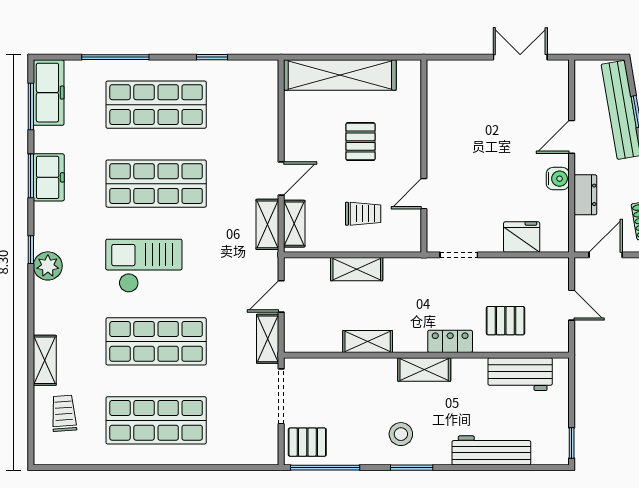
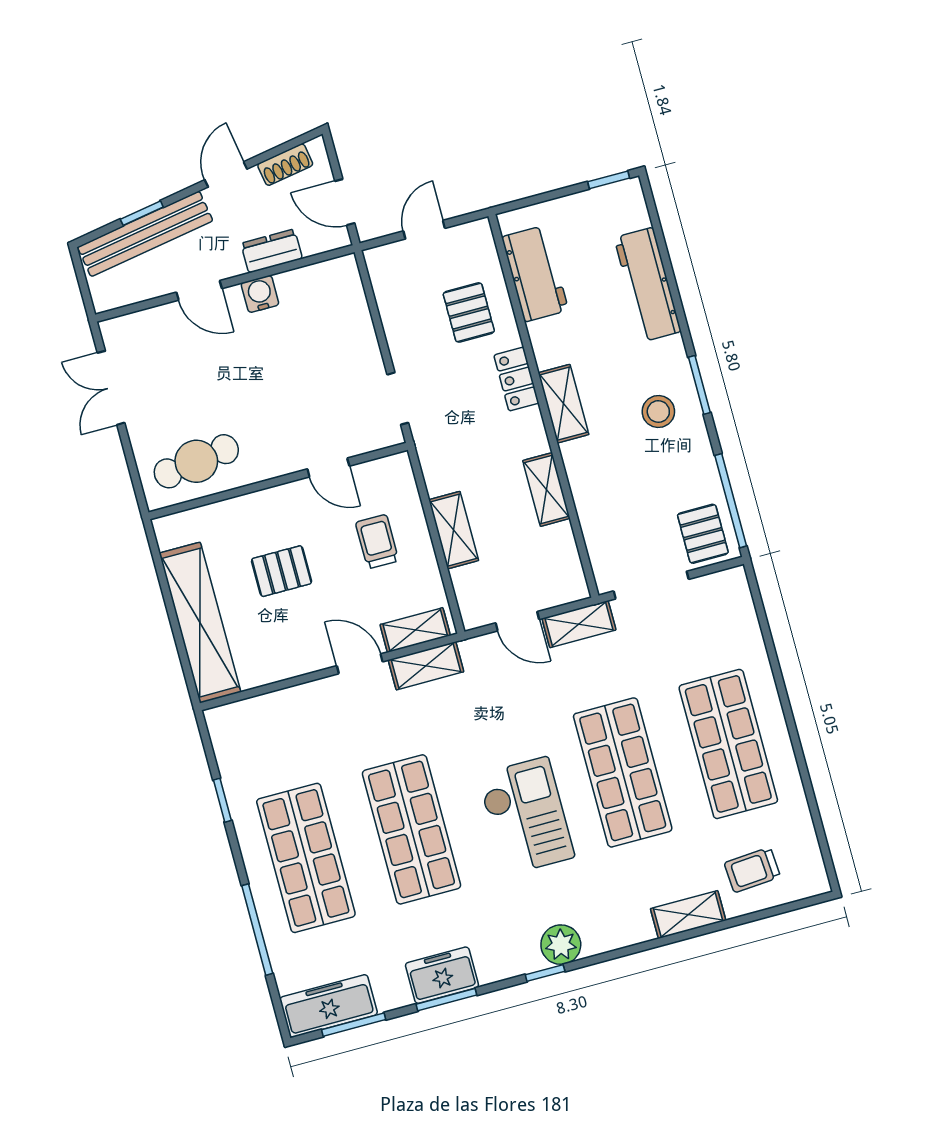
cafe table: (453, 103) -> (196, 461), added
fridge: (522, 237) -> (351, 321), removed
checkout: (144, 266) -> (526, 816), turned 180

